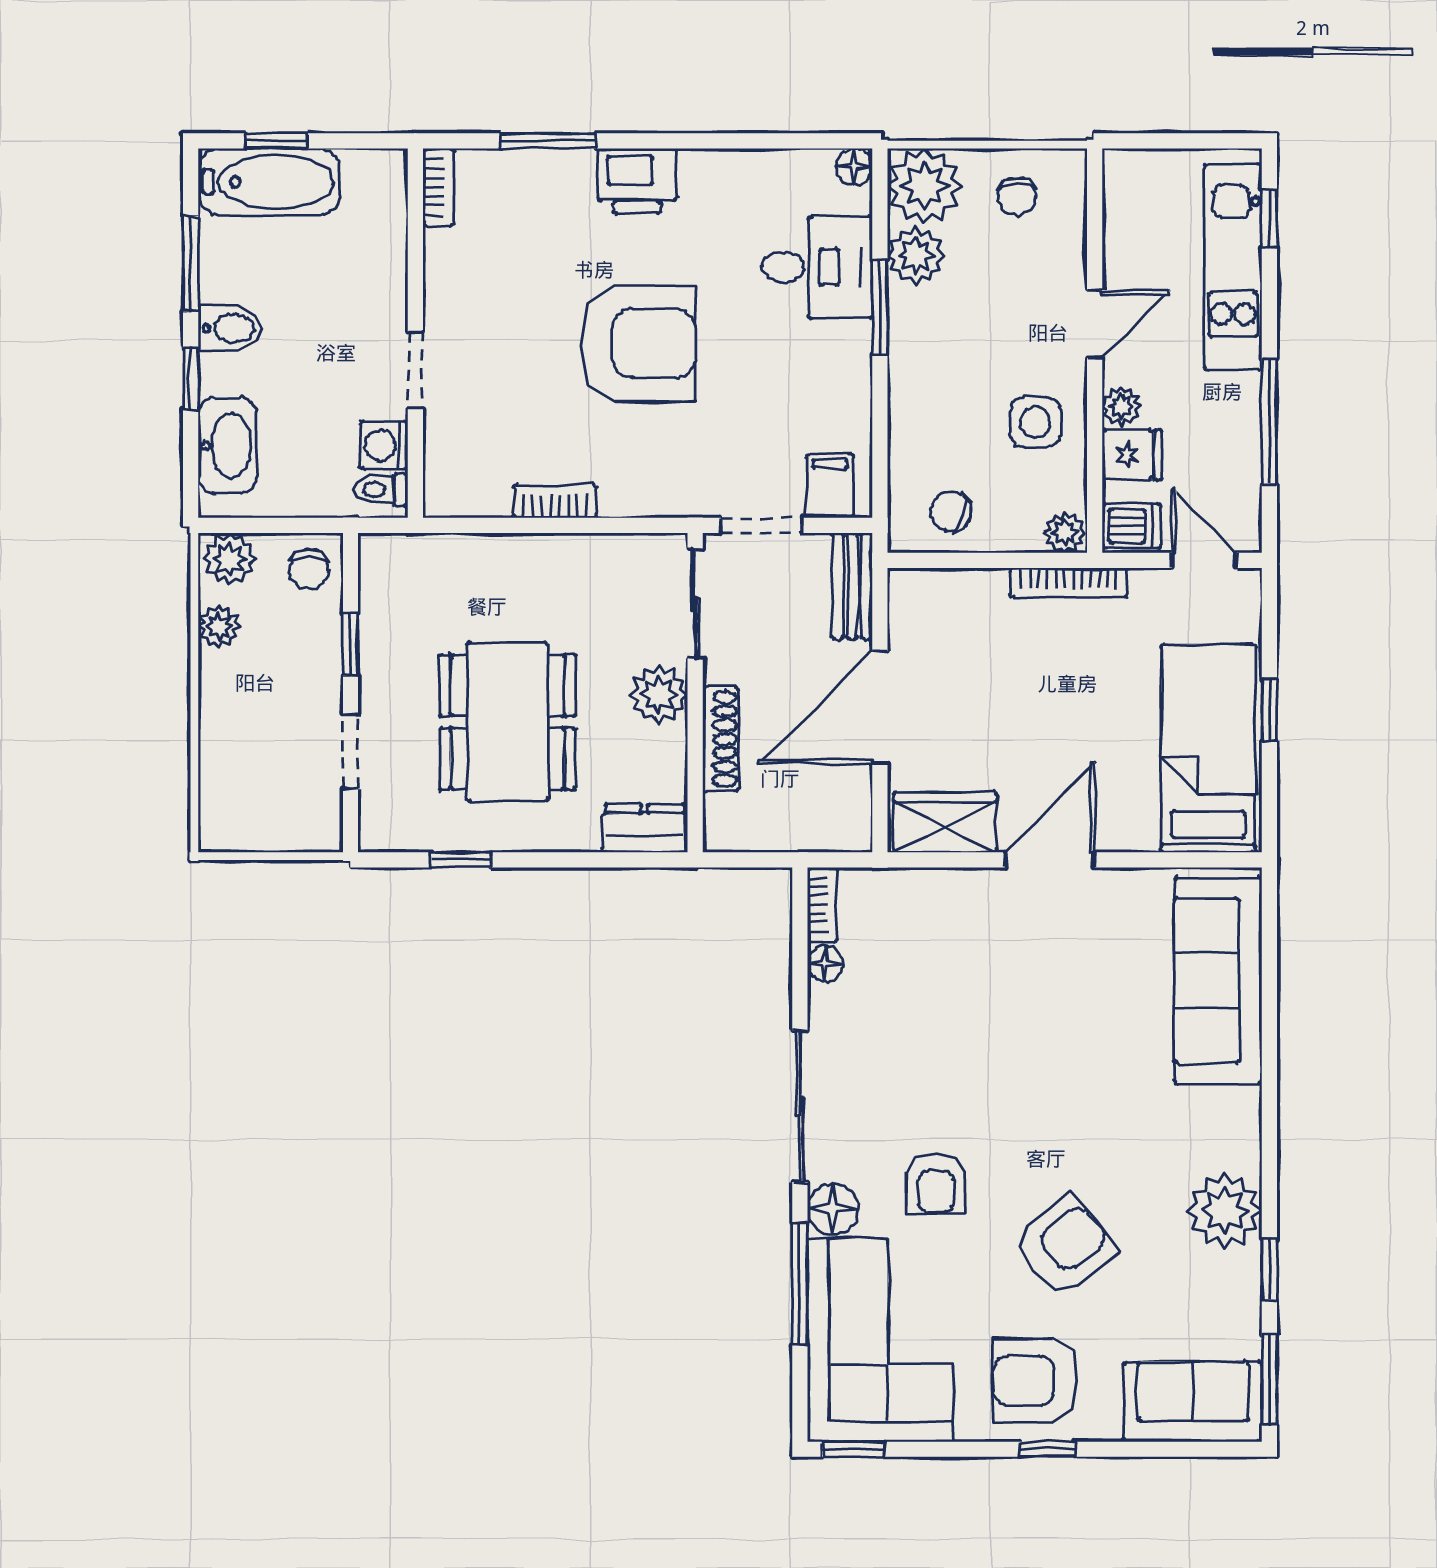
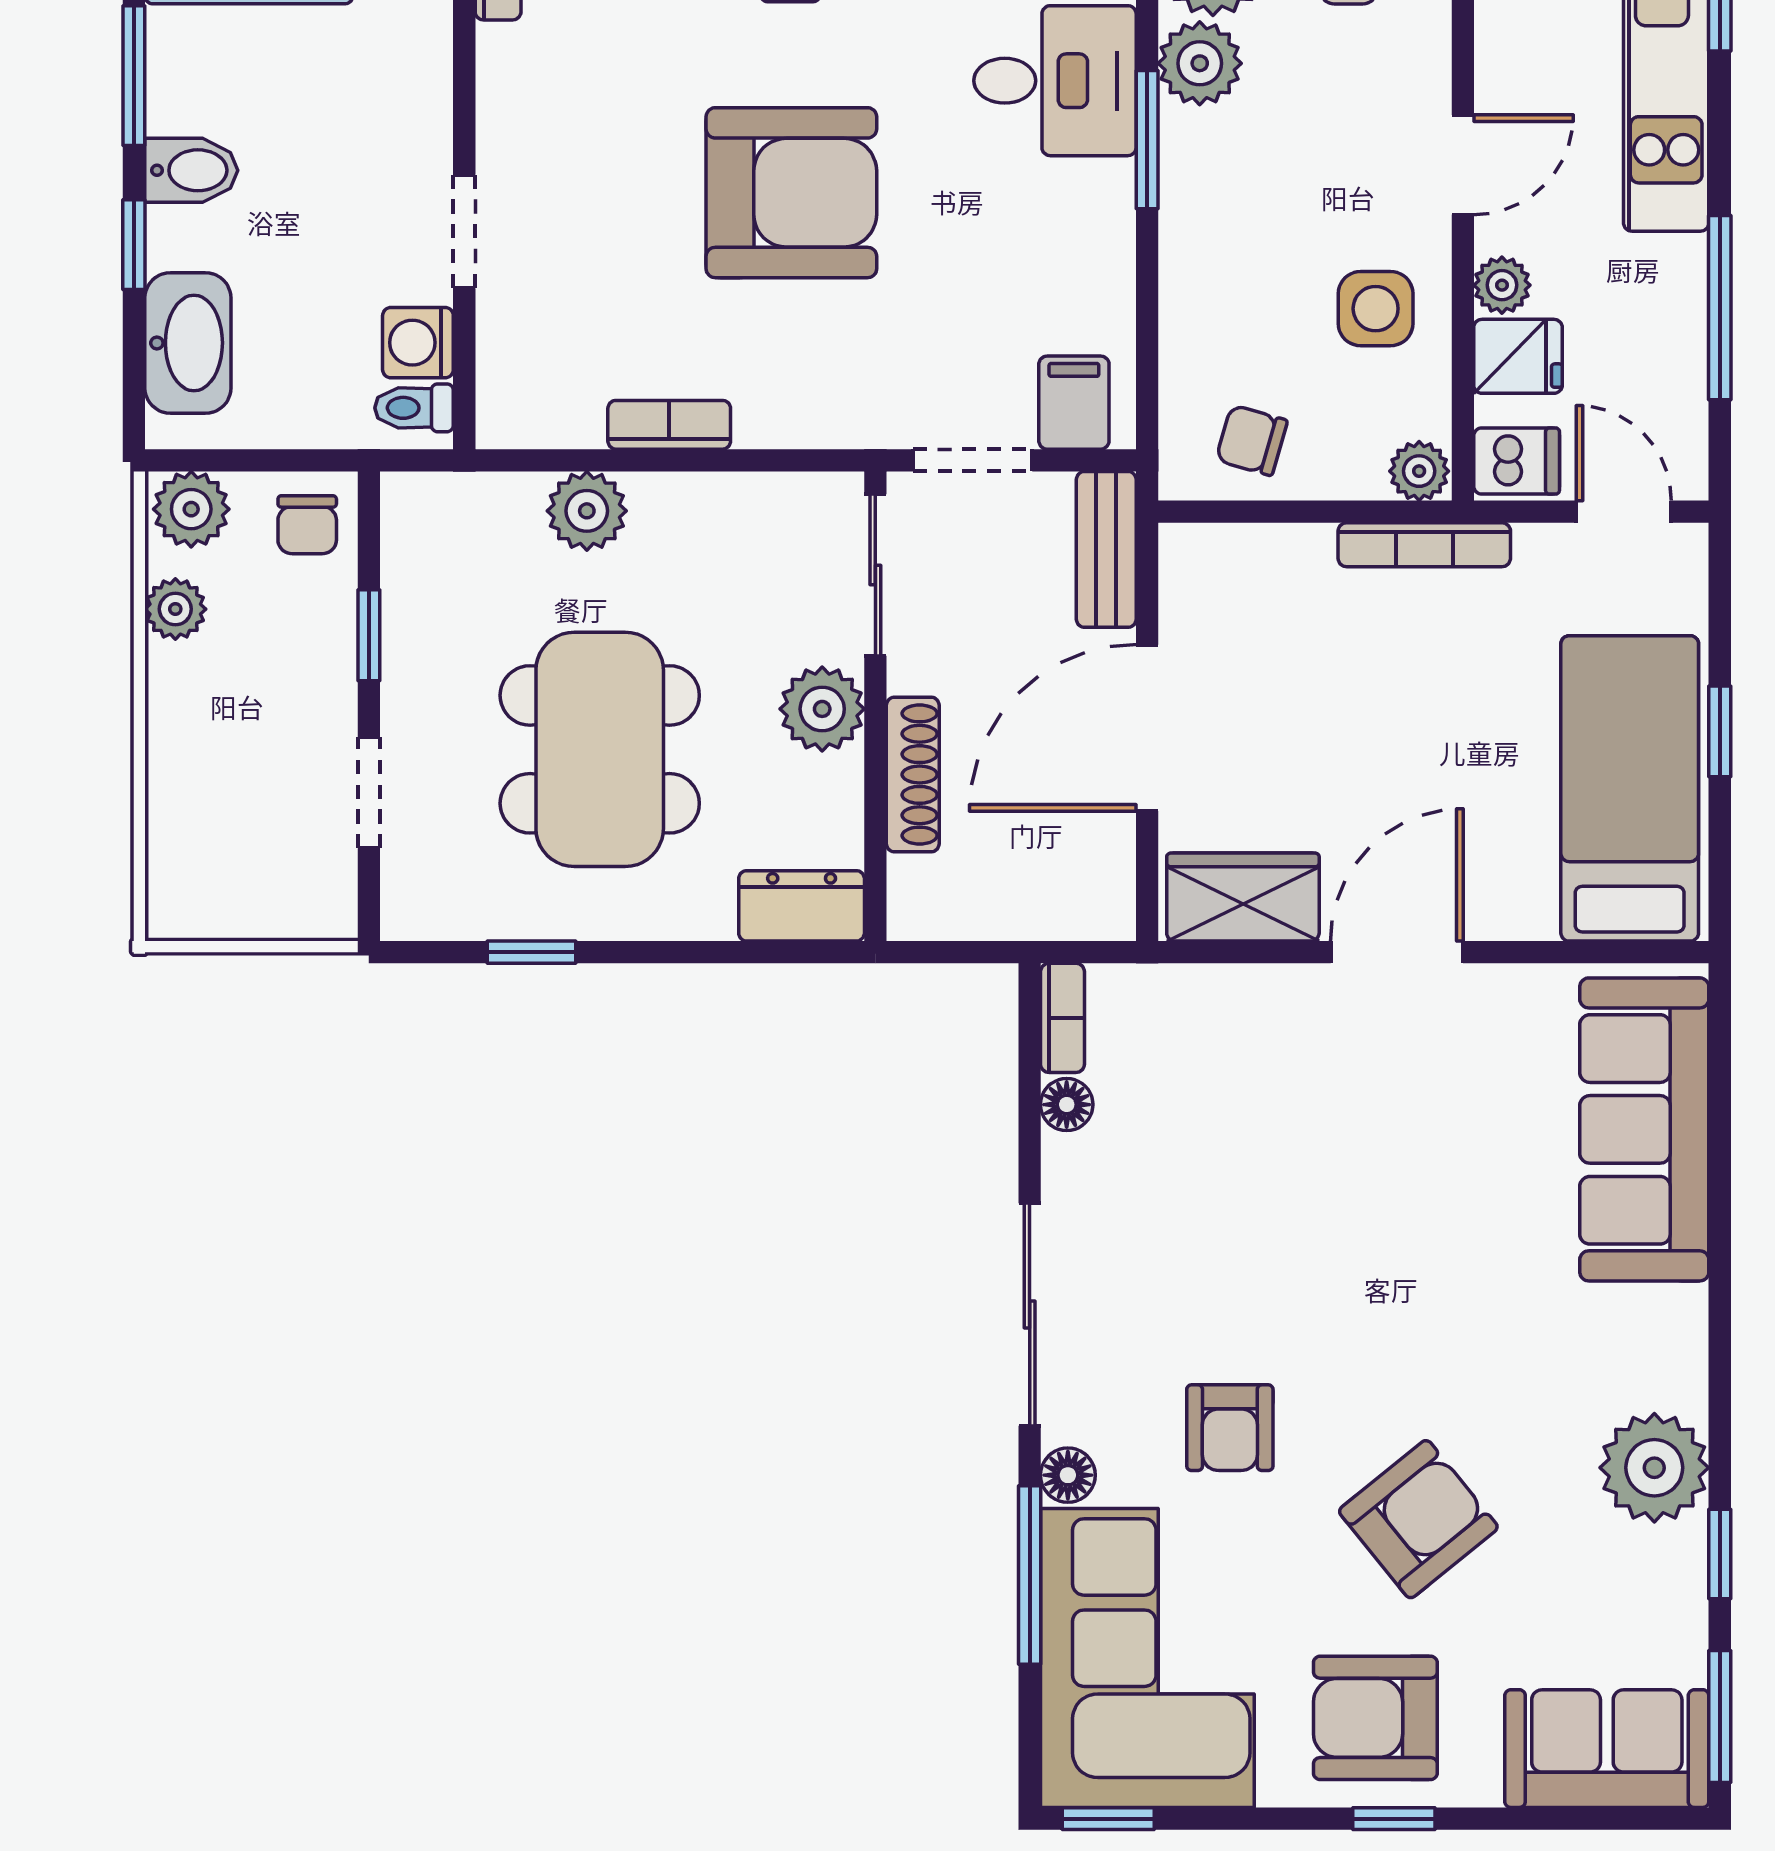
plant: (499, 560) -> (587, 511), added
floor lamp: (833, 1209) -> (1068, 1475), width x0.73, depth x0.73

